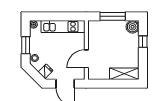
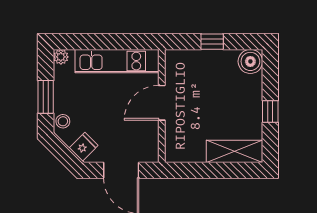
window: (113, 16) -> (212, 42), width x0.46
window: (143, 42) -> (270, 112), moved
door: (86, 59) -> (162, 103), moved

